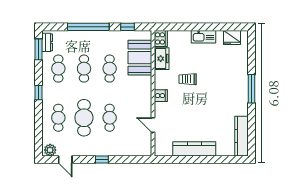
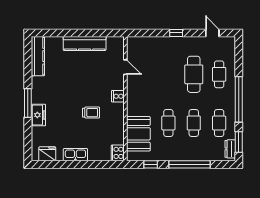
freezer: (162, 59) -> (38, 115), moved, turned 180
window: (38, 93) -> (239, 99), width x3.17
cafe table: (110, 118) -> (168, 74), removed
plant: (50, 150) -> (227, 42), removed

